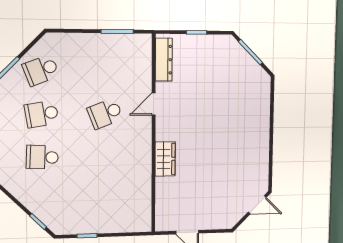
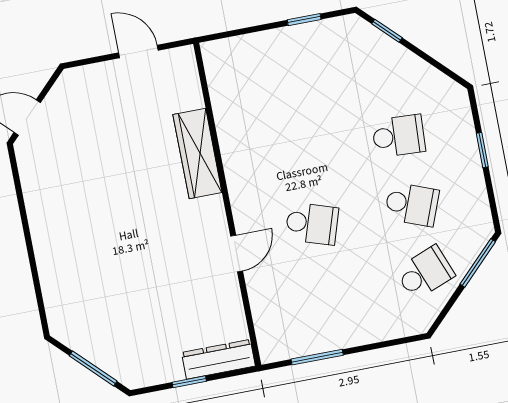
dresser: (164, 60) -> (218, 359), moved, turned 90
school desk: (42, 114) -> (412, 204), turned 30
school desk: (105, 114) -> (312, 224), turned 39
wardrobe: (165, 159) -> (197, 153), width x1.50

